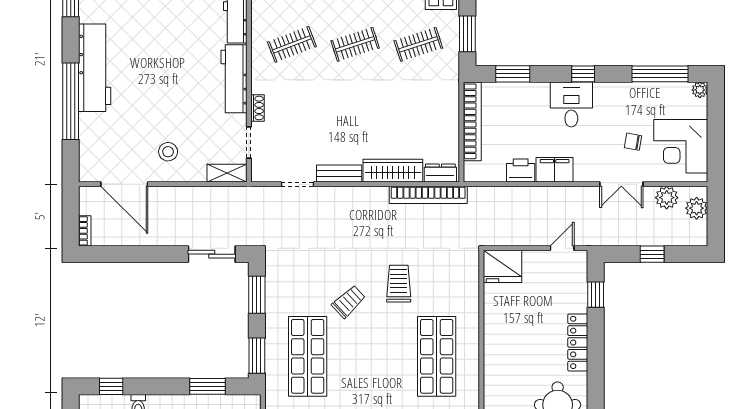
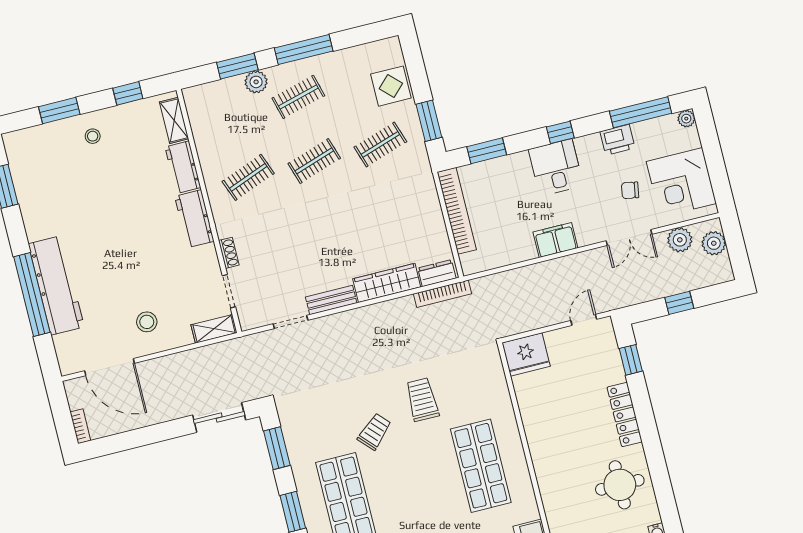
workbench: (95, 68) -> (56, 285), moved
workbench: (234, 79) -> (194, 219), width x0.73
printer: (521, 170) -> (617, 140), moved, turned 180
bookcase: (428, 195) -> (442, 294), width x0.68, depth x0.76

